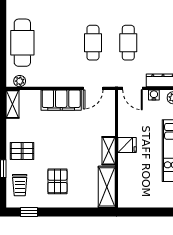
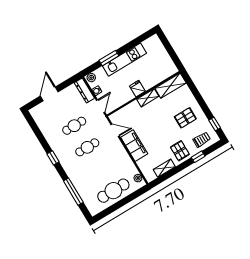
shelving: (13, 104) -> (164, 168), moved

